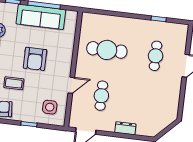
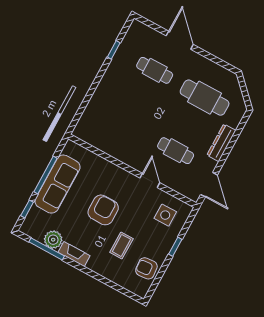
cafe table: (107, 50) -> (205, 98), moved, turned 90
armchair: (35, 59) -> (103, 210), turned -90
dresser: (125, 128) -> (221, 143), width x1.44

